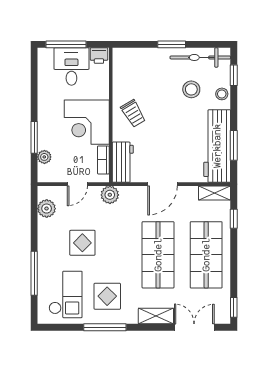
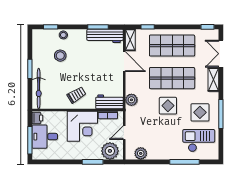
bicycle: (200, 57) -> (39, 89), moved
workbench: (217, 146) -> (105, 36), width x0.73, depth x0.76
plant: (44, 157) -> (110, 151), width x1.87, depth x1.87
door: (77, 184) -> (124, 133), swing flipped
door: (163, 184) -> (124, 62), moved
plant: (110, 195) -> (131, 100), moved
display table: (82, 243) -> (168, 106), moved

